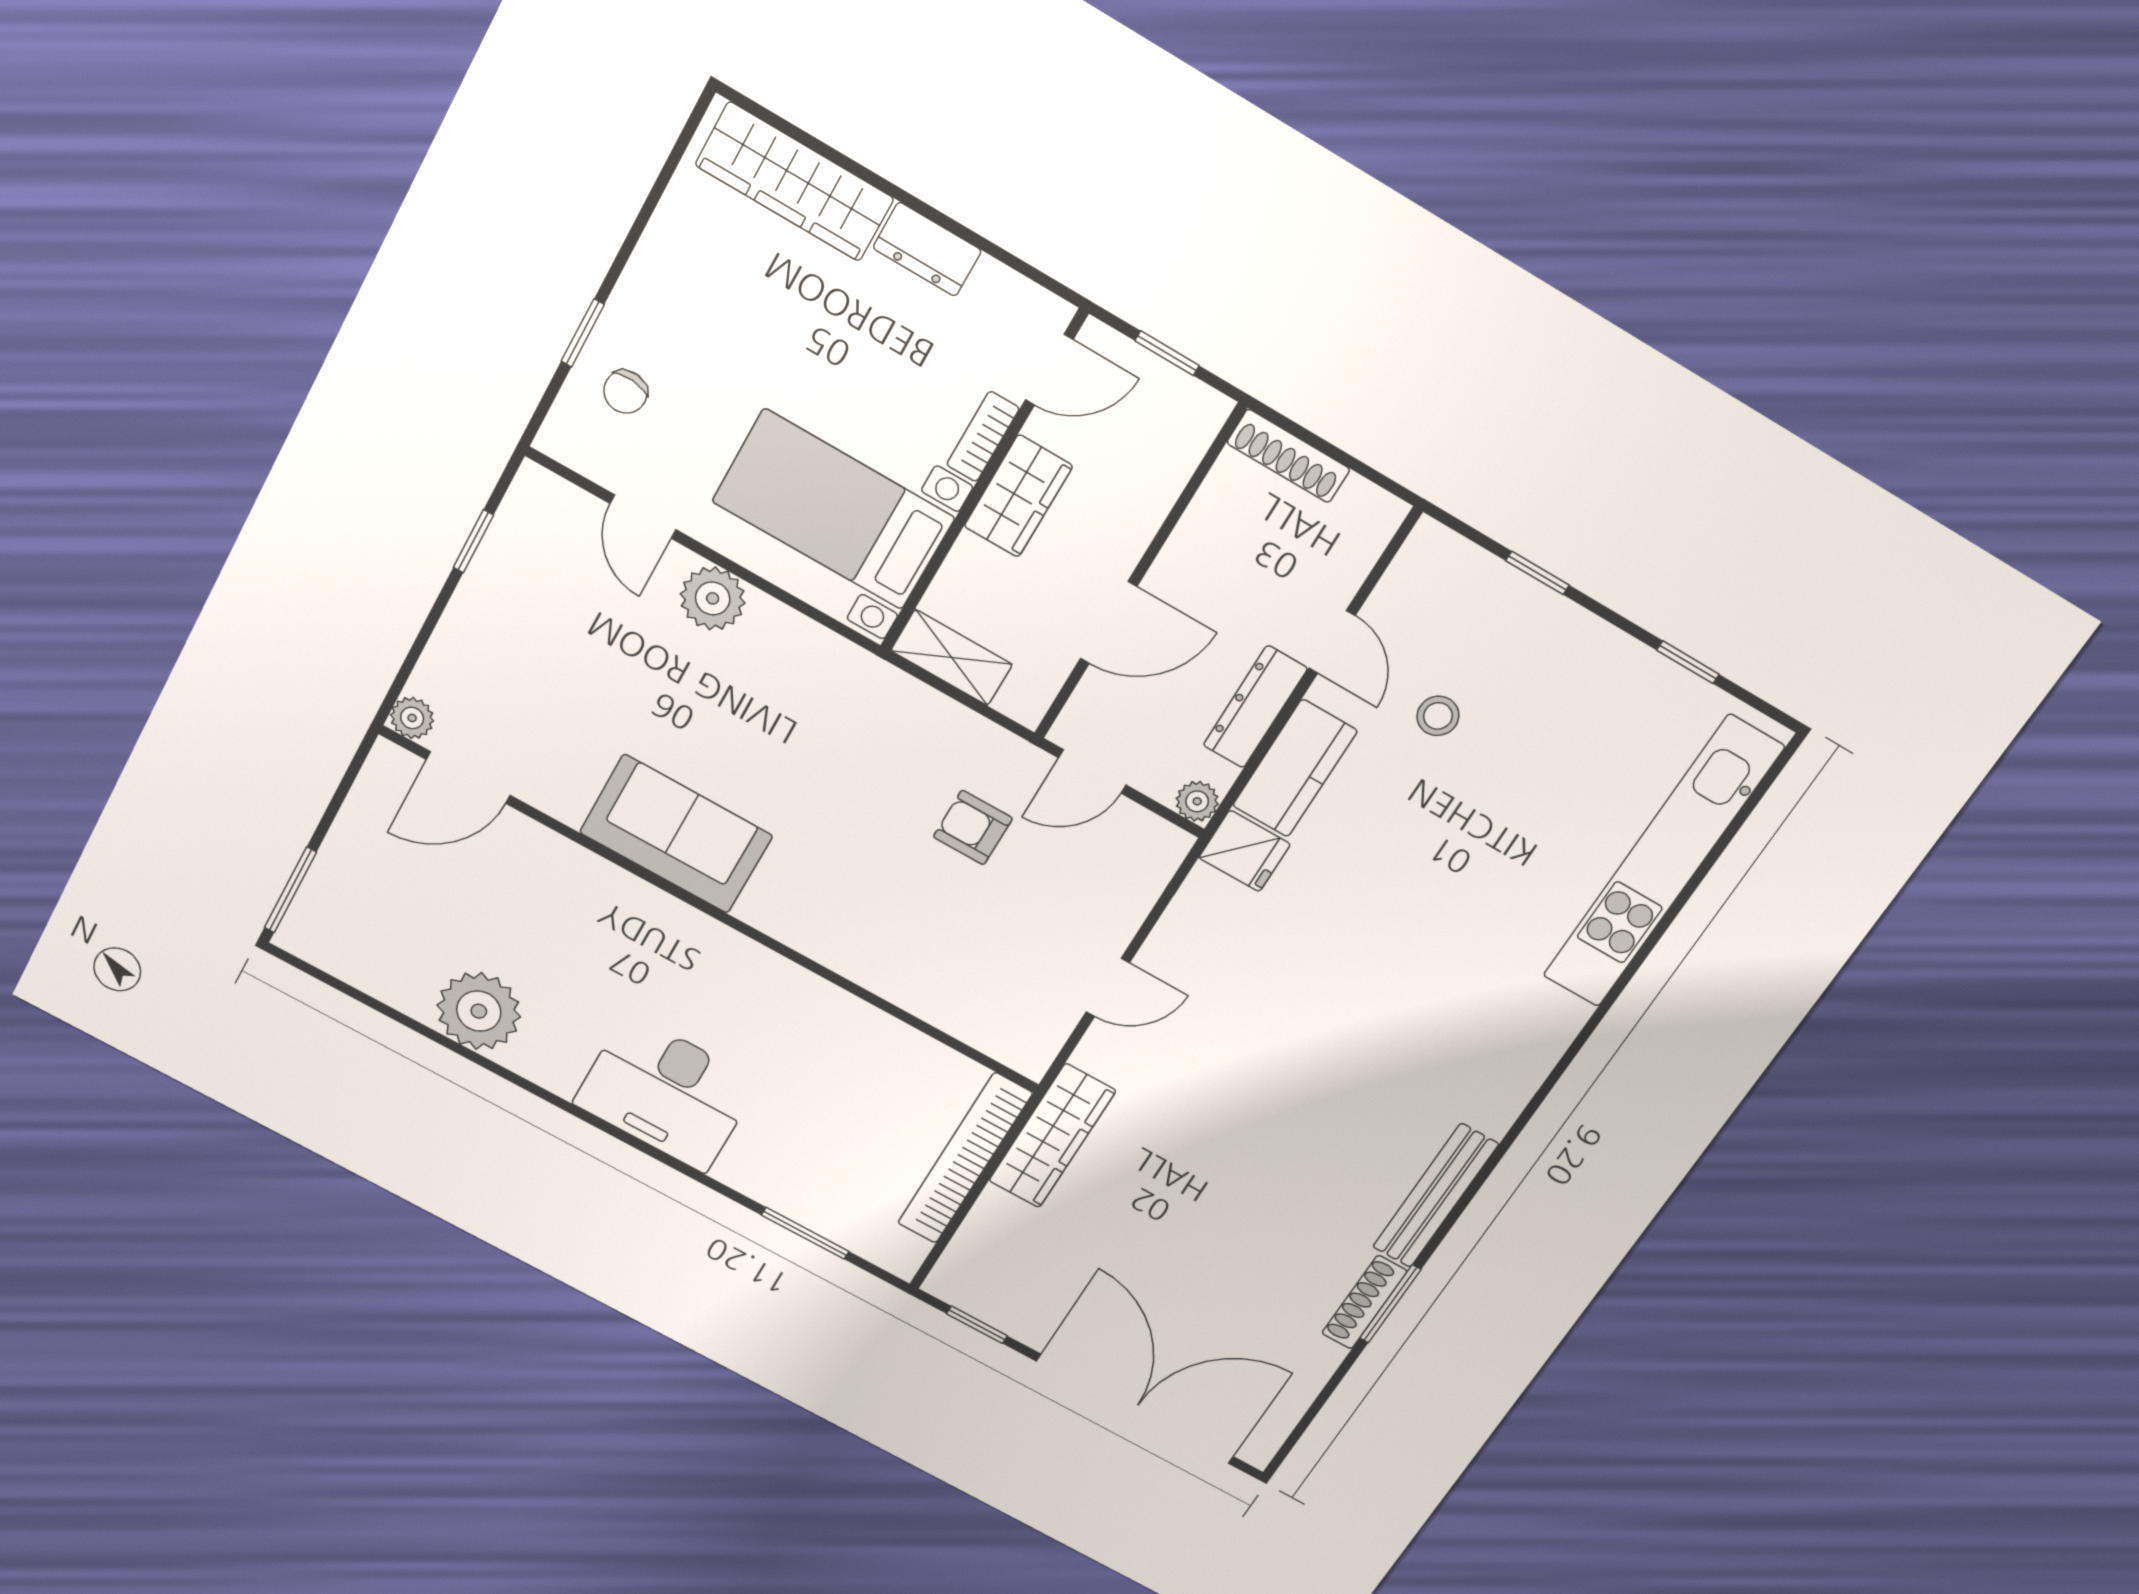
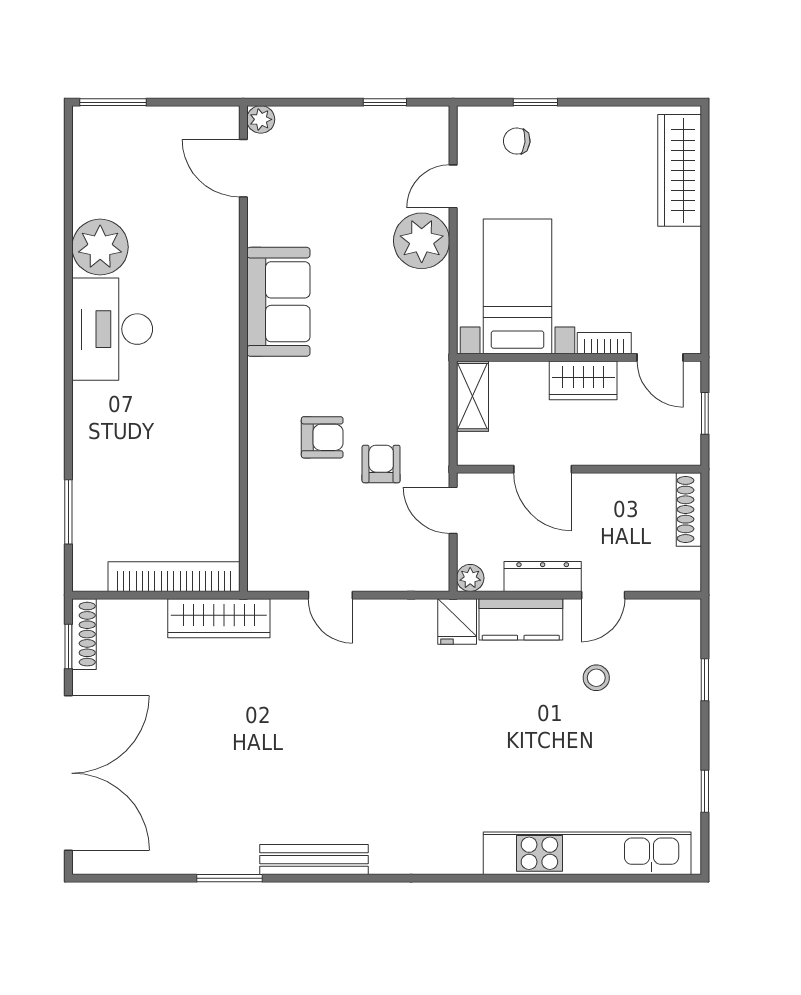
dresser: (927, 249) -> (685, 258), removed
plant: (713, 598) -> (422, 241), width x1.36, depth x1.36
armchair: (892, 881) -> (322, 437), added
desk: (666, 1093) -> (112, 329), moved
shoe rack: (1364, 1302) -> (84, 634), moved, turned 90

